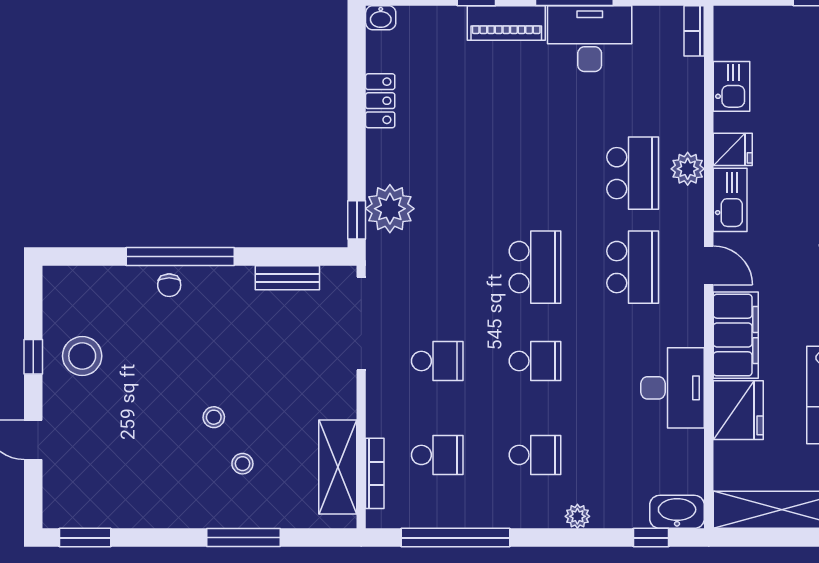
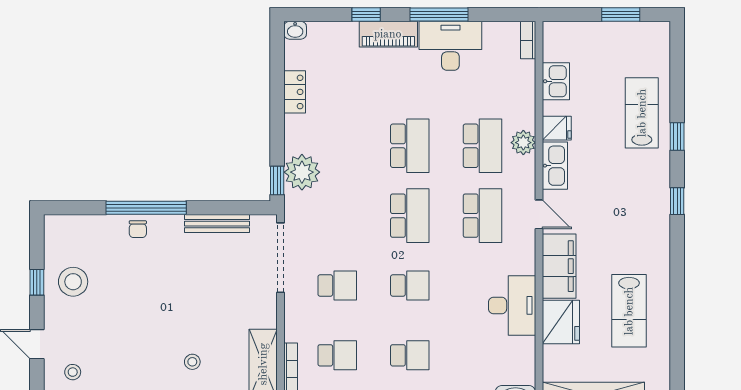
school desk: (535, 173) -> (410, 146), added
bench: (287, 278) -> (217, 224), width x1.36
stool: (214, 417) -> (73, 372), moved

